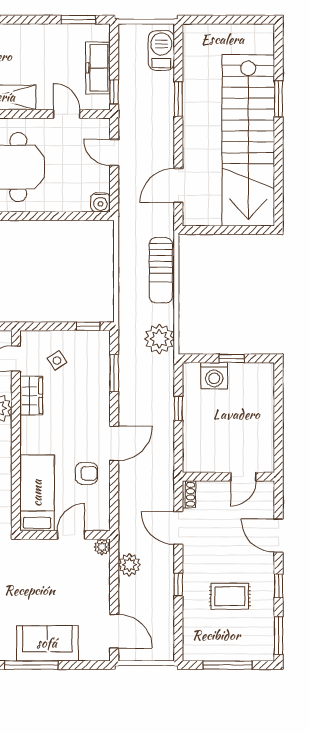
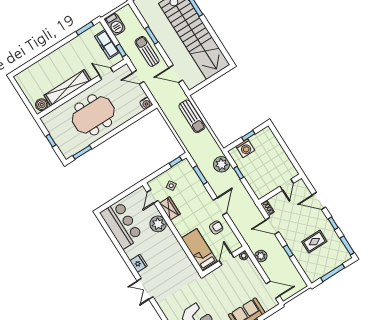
barbecue: (161, 50) -> (115, 24), moved, turned 180
sun lounger: (155, 120) -> (147, 51), added
door: (178, 185) -> (176, 74), hinge flipped
plant: (159, 339) -> (221, 164), moved

